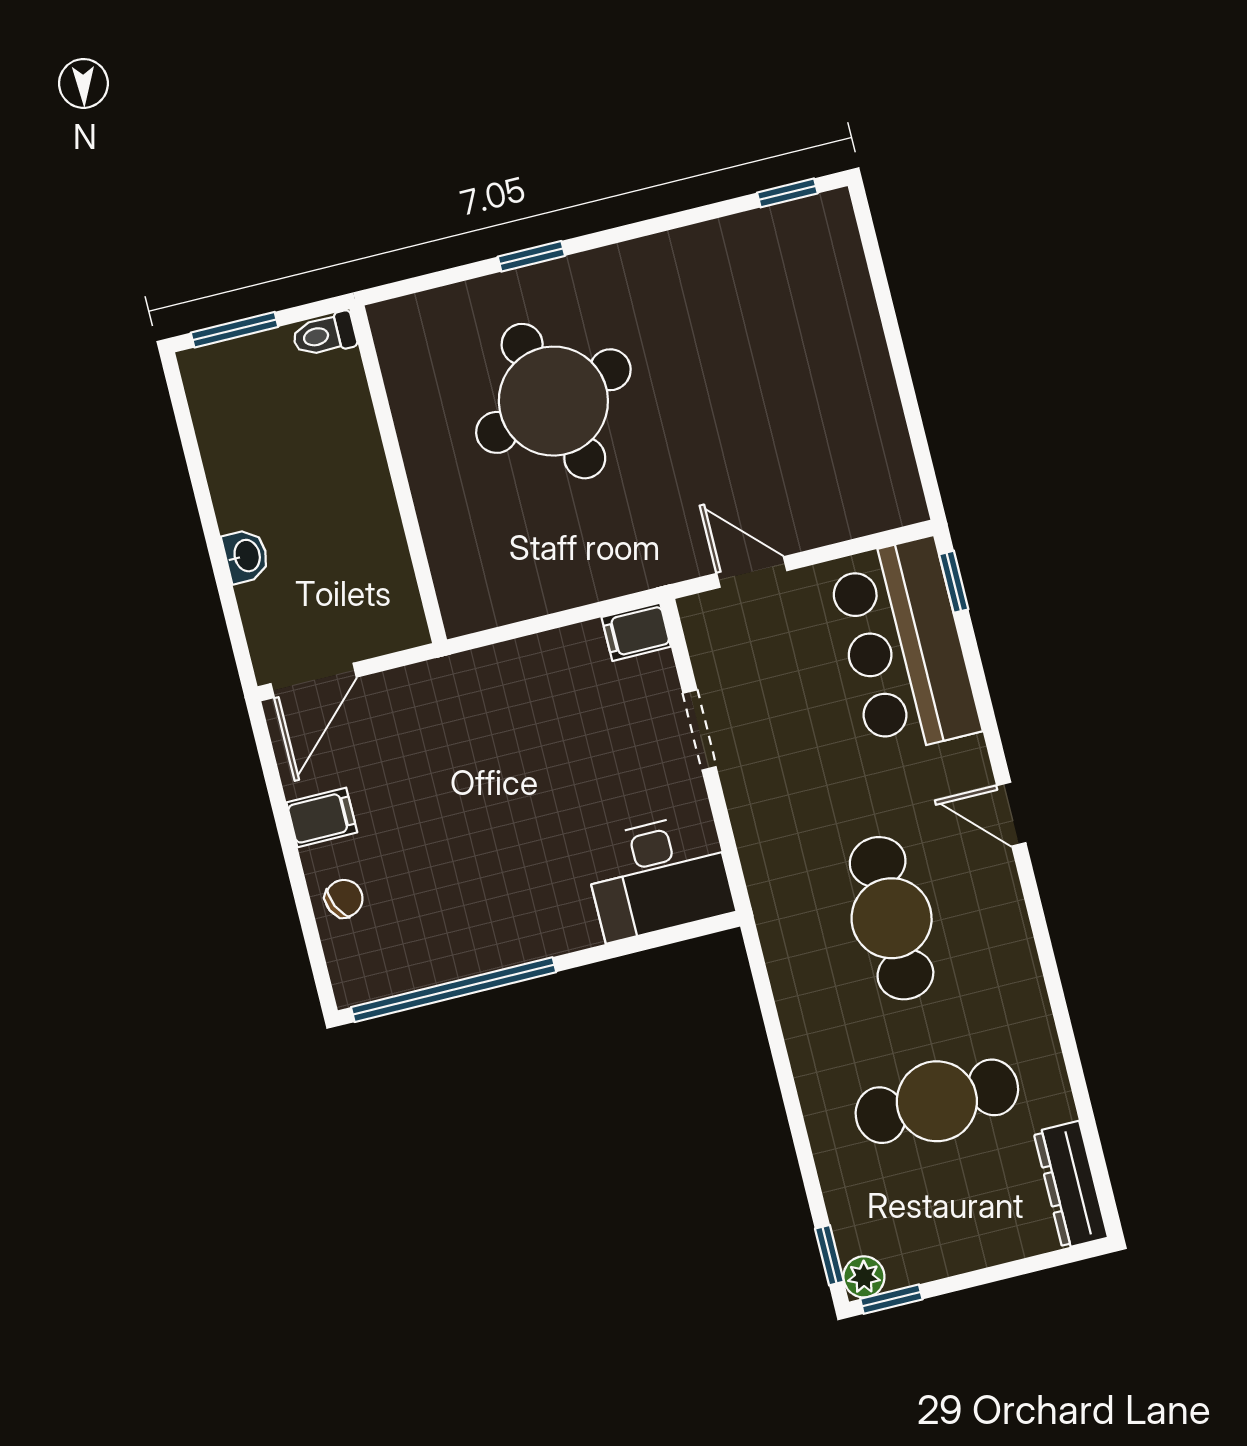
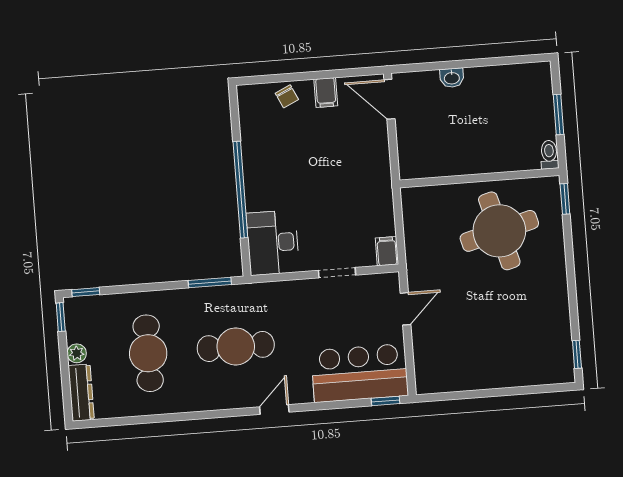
window: (531, 256) -> (565, 199), moved
window: (235, 330) -> (558, 115), moved
toilet: (324, 335) -> (549, 155), moved
wall: (398, 474) -> (479, 178), moved
window: (454, 990) -> (240, 190), moved
window: (765, 996) -> (210, 282), added
dresser: (1071, 1185) -> (81, 393), moved, turned 90
plant: (864, 1277) -> (77, 353), moved

